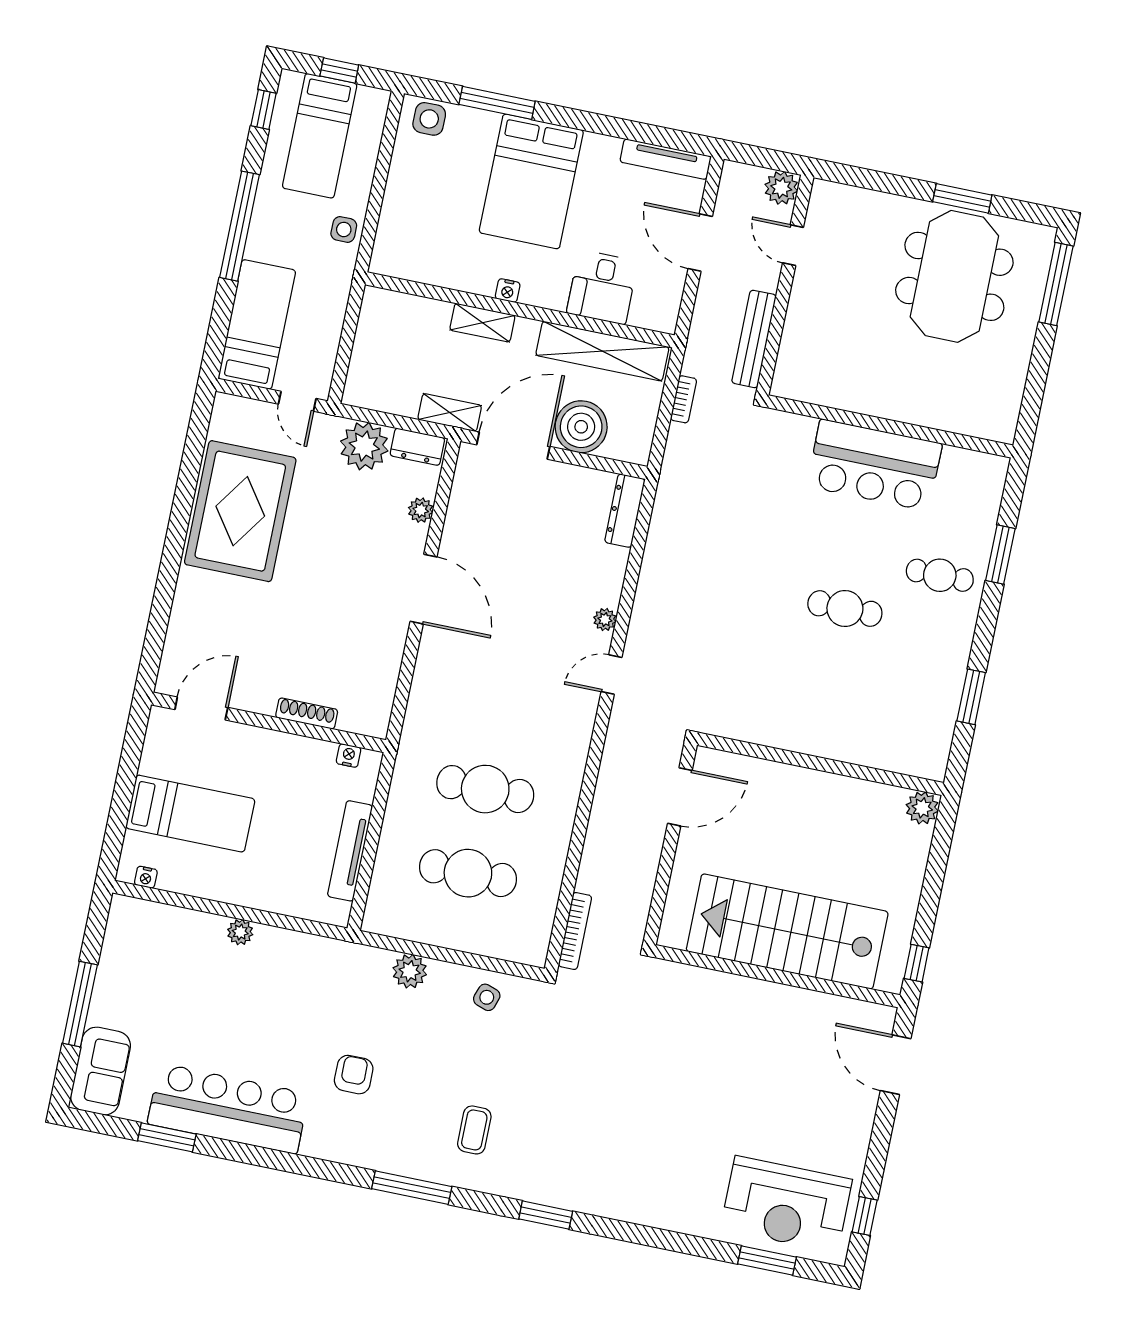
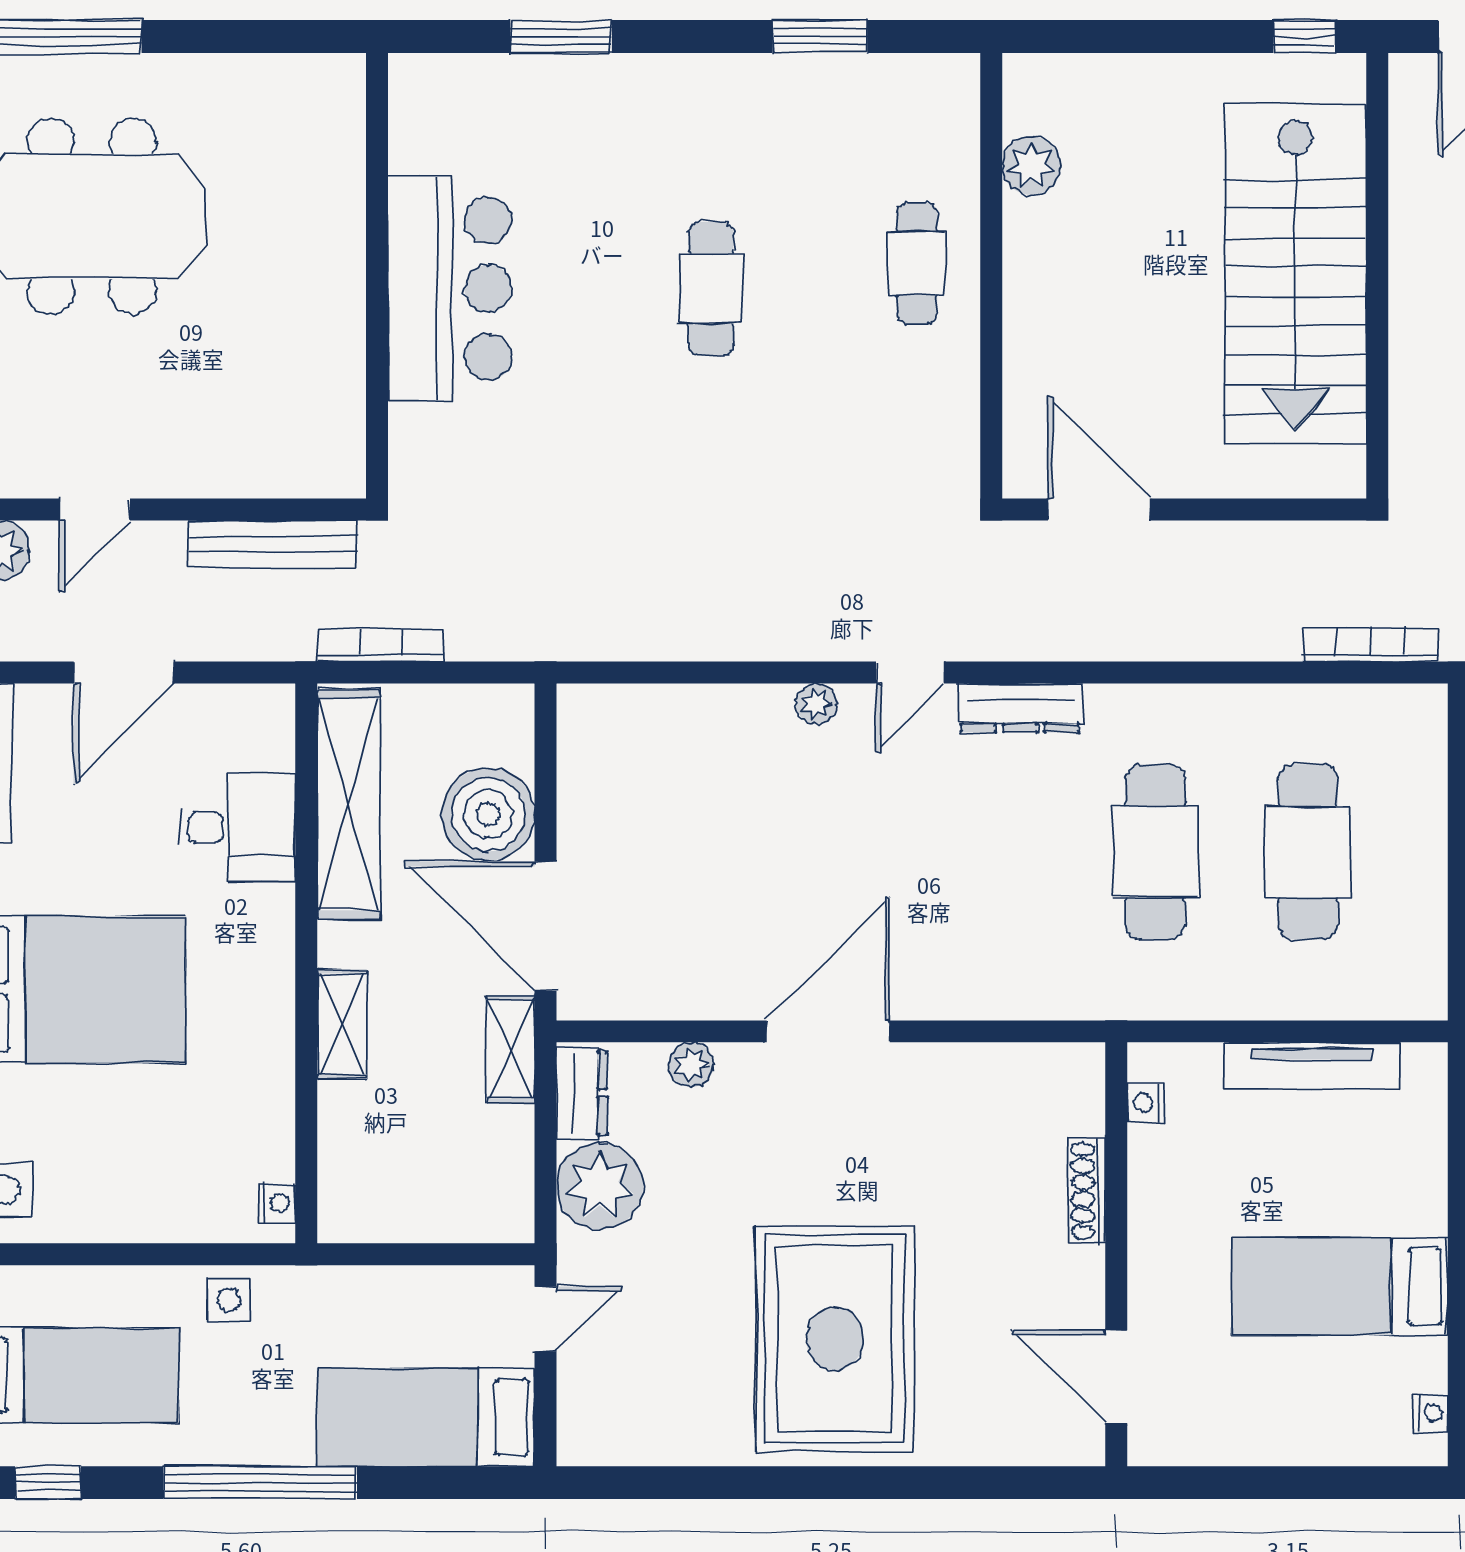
nightstand: (508, 291) -> (277, 1203), moved
bookcase: (684, 399) -> (381, 645), width x1.56
rug: (240, 511) -> (835, 1339), moved, turned 90
dresser: (625, 511) -> (1020, 708), moved
cafe table: (940, 575) -> (917, 263), moved
door: (611, 675) -> (910, 673), hinge flipped
plant: (922, 808) -> (1031, 166), moved
bed: (190, 814) -> (1340, 1286), moved, turned -90

